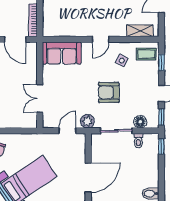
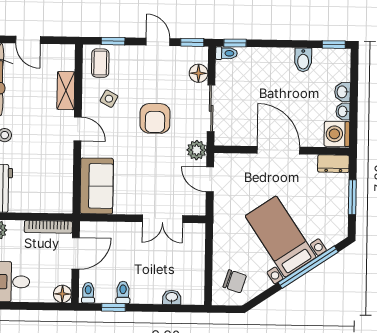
shelving: (140, 31) -> (66, 91), moved
toilet: (138, 141) -> (226, 53), moved

